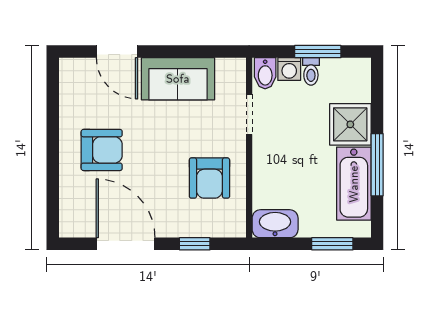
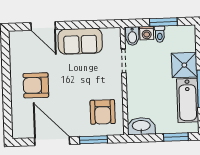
armchair: (102, 150) -> (36, 85), turned 180
armchair: (209, 178) -> (103, 112), moved
window: (195, 244) -> (93, 140), width x1.50

